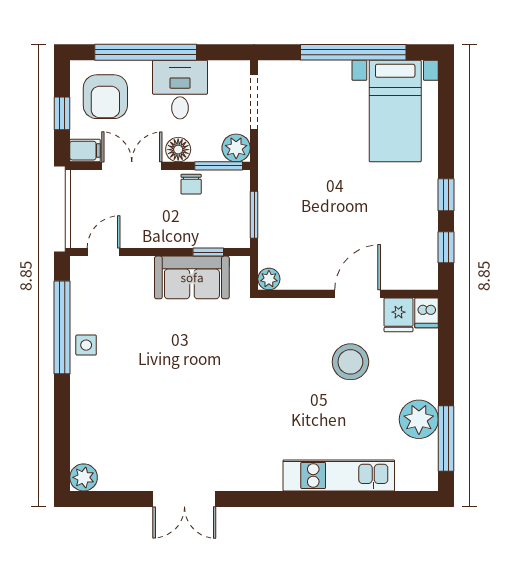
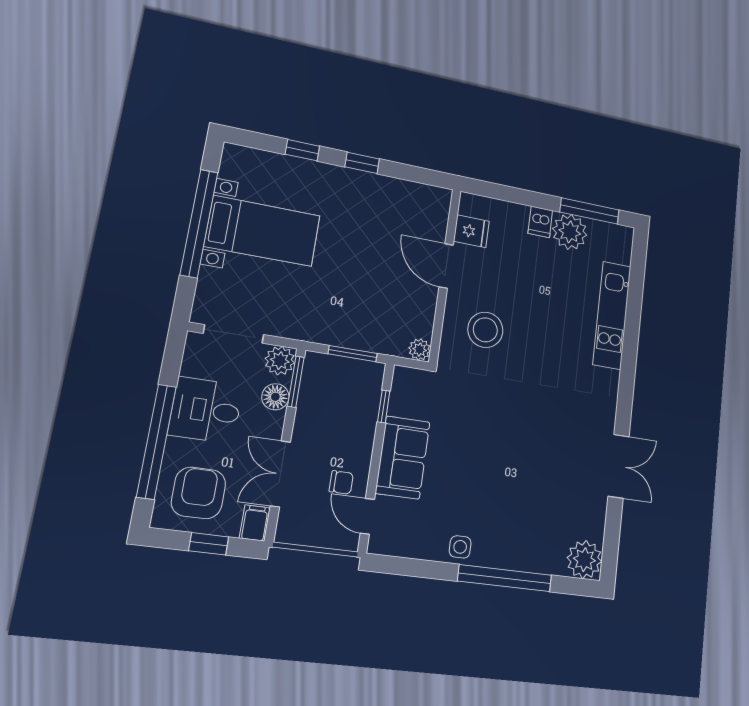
armchair: (105, 97) -> (198, 493), turned -90
bed with nightstands: (395, 111) -> (263, 231), moved
floor lamp: (178, 150) -> (275, 397), moved
chair: (191, 184) -> (341, 482), moved
window: (446, 247) -> (302, 150), moved
sofa: (192, 277) -> (403, 457), moved
dishwasher: (427, 313) -> (540, 222), moved, turned 90
window: (62, 327) -> (505, 578), moved
stool: (350, 362) -> (485, 330), moved
plant: (84, 477) -> (584, 560), width x1.36, depth x1.36

